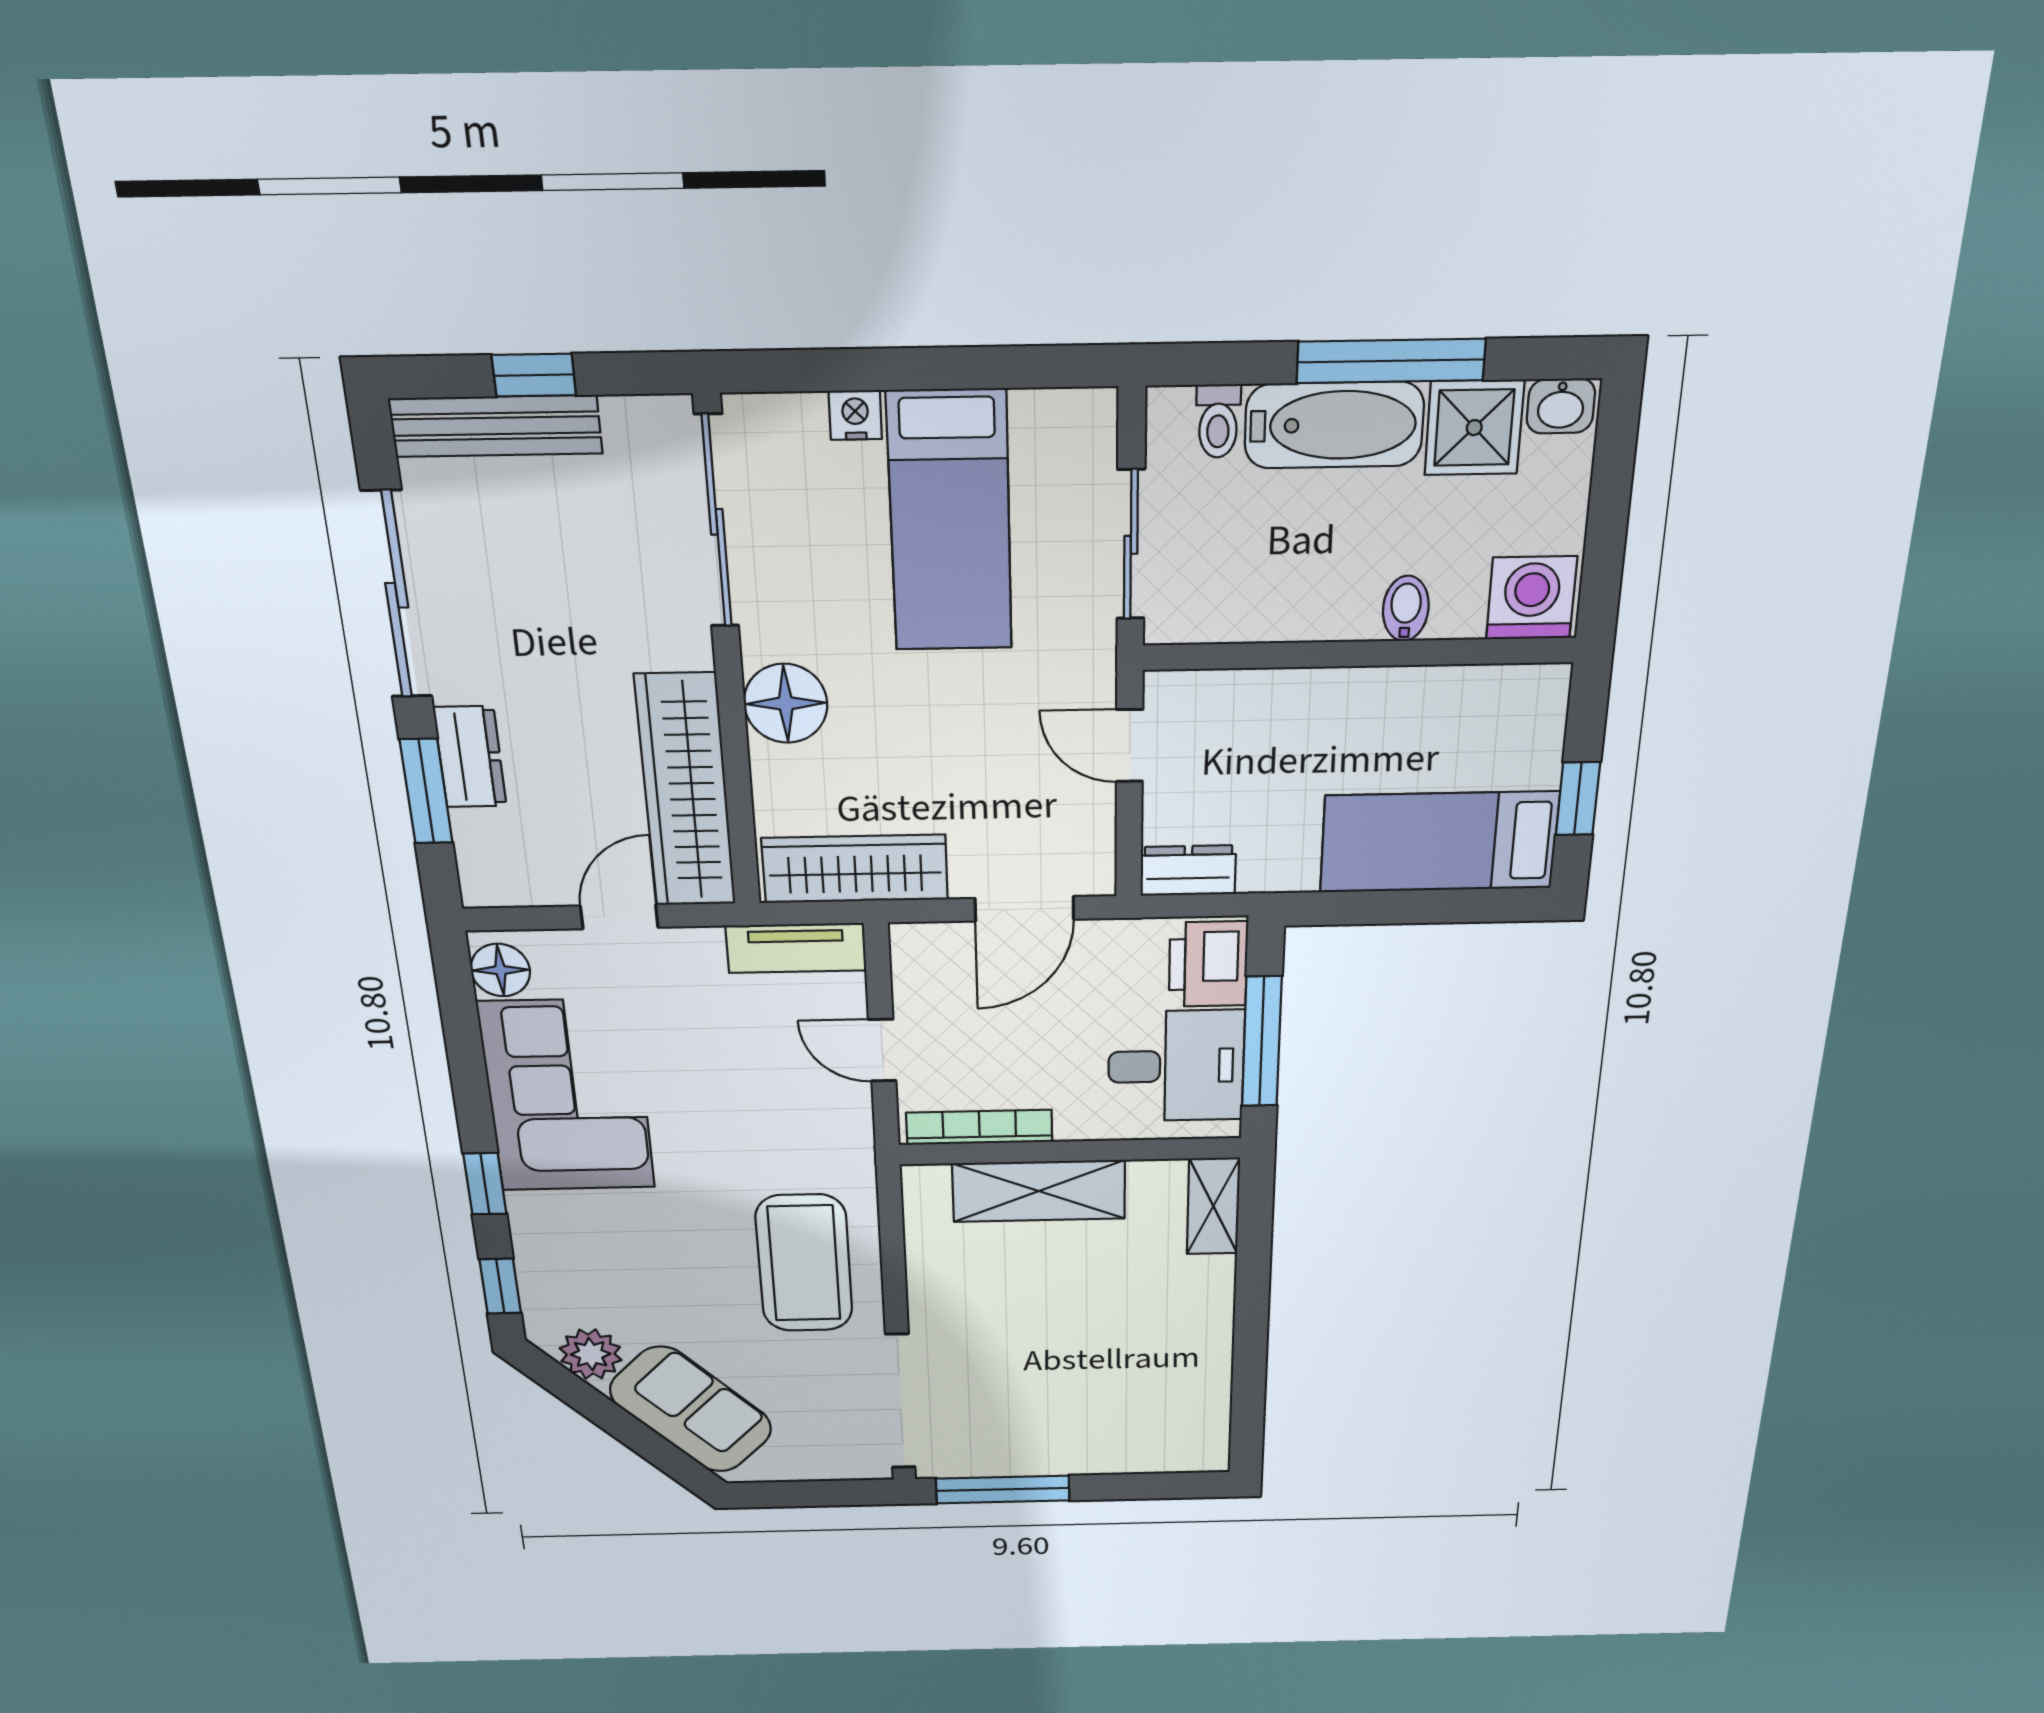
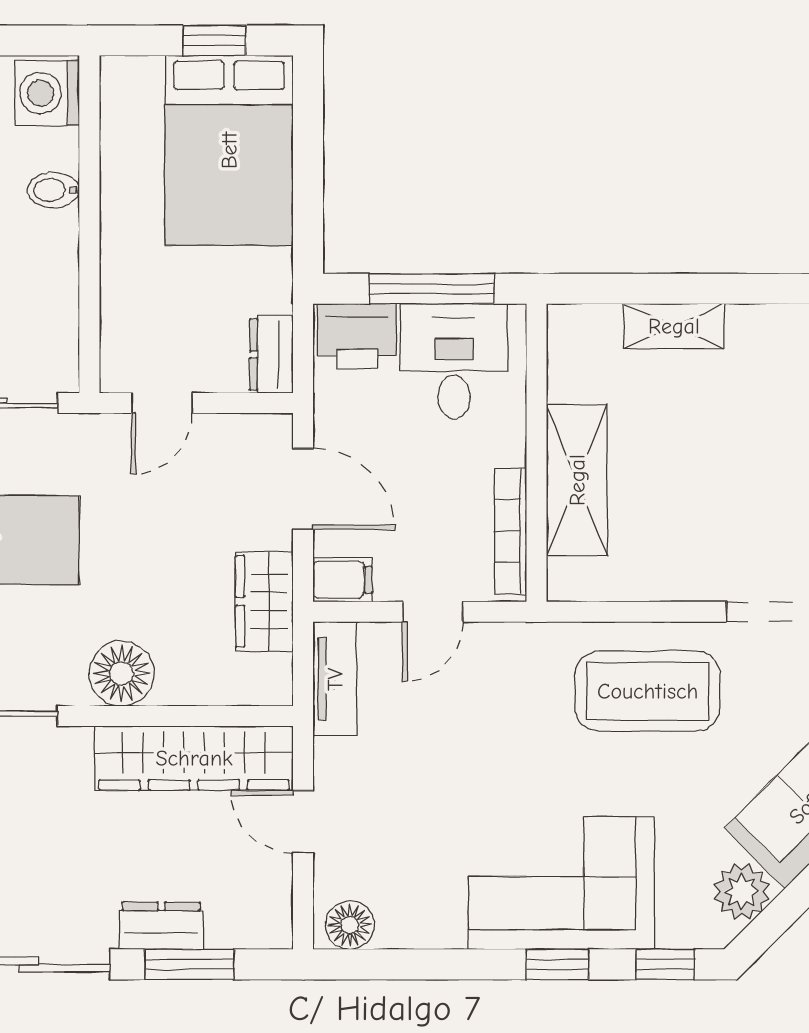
bed: (1439, 842) -> (229, 150), width x1.50
wardrobe: (855, 869) -> (264, 601), width x0.67
filing cabinet: (916, 954) -> (342, 580), added
corner sofa: (567, 1096) -> (561, 883), moved
shelving: (1213, 1206) -> (674, 326), moved

